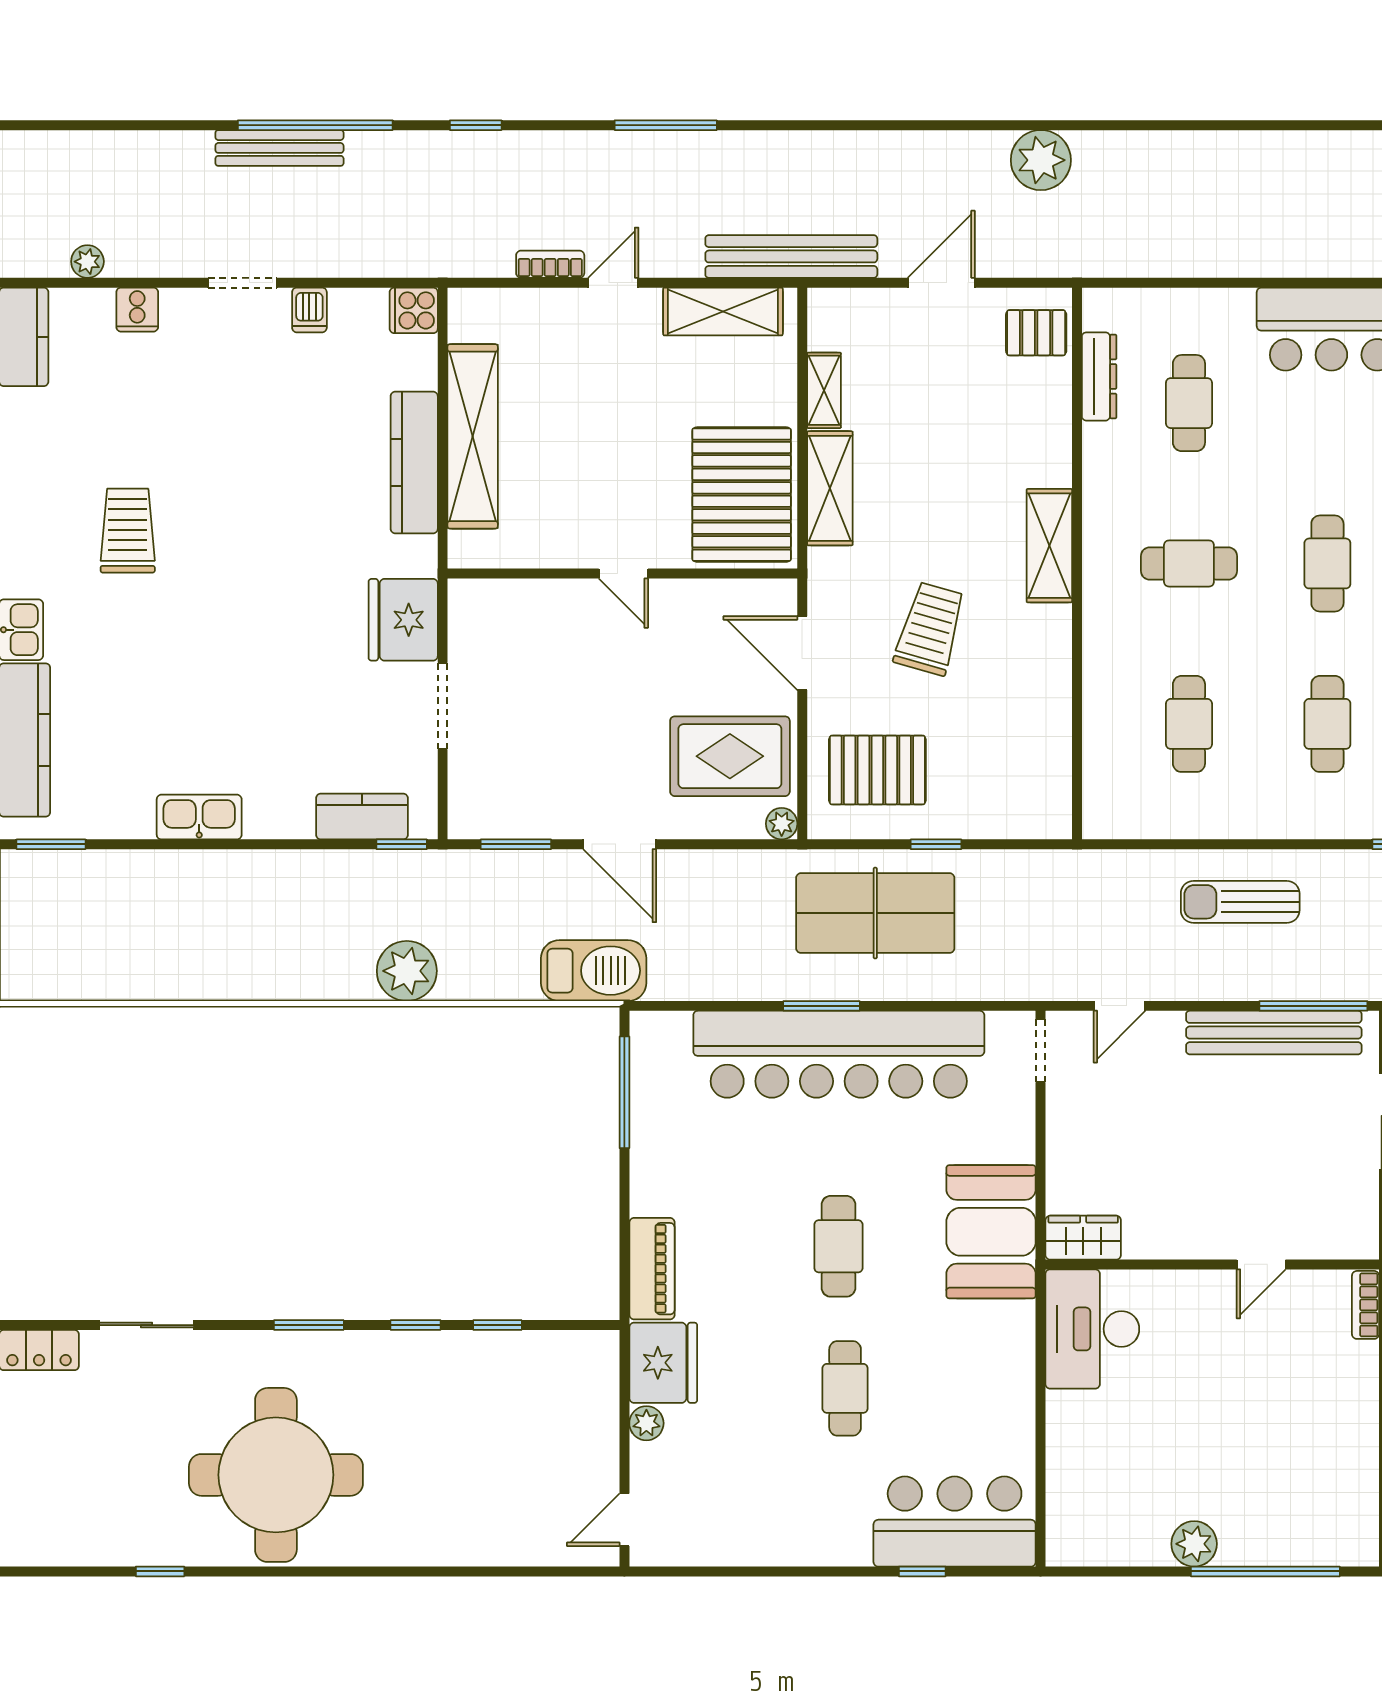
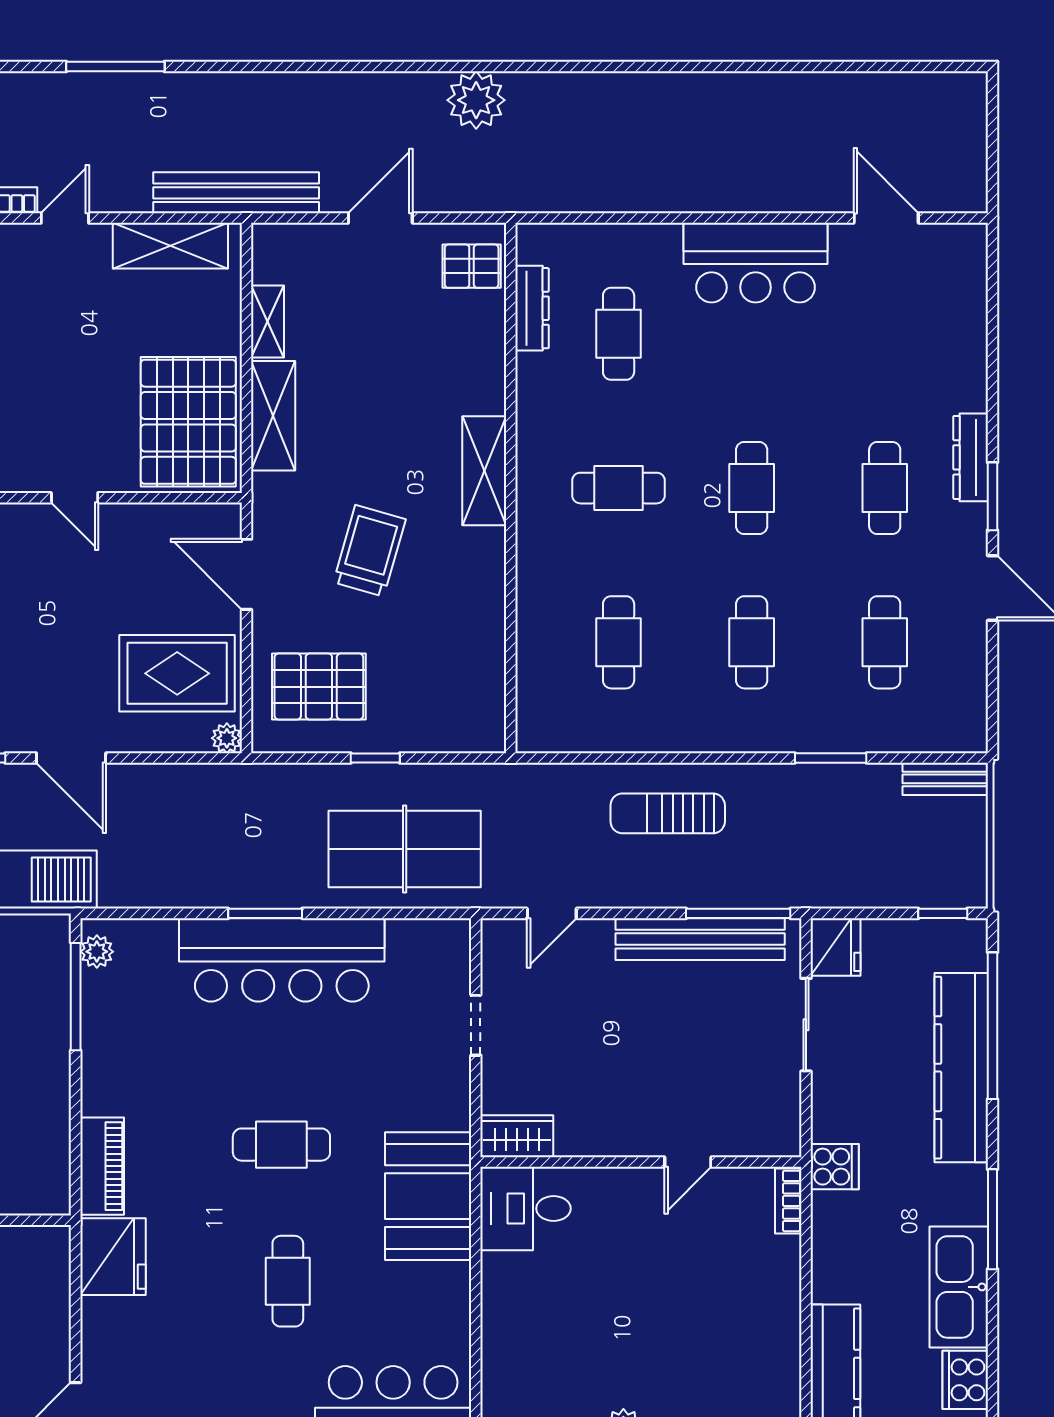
table tennis table: (875, 913) -> (405, 849), moved
doorway: (1041, 1051) -> (476, 1025), moved
bar counter: (839, 1054) -> (282, 960), width x0.73
booth: (991, 1232) -> (428, 1196), moved
cafe table: (838, 1246) -> (281, 1145), turned 90
desk: (1092, 1329) -> (526, 1209), width x0.73
plant: (646, 1423) -> (97, 952), moved

